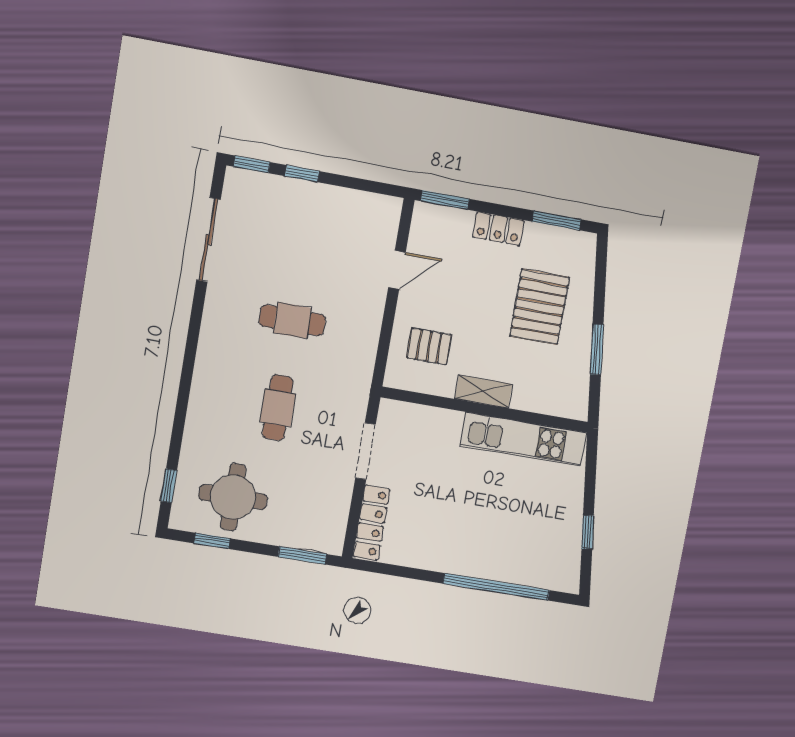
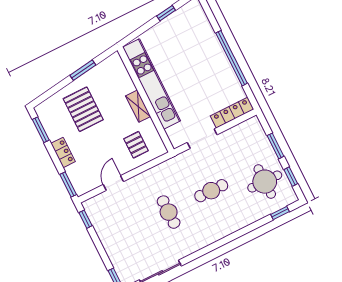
window: (302, 174) -> (86, 219), moved
door: (397, 270) -> (113, 183), hinge flipped
pallet: (540, 307) -> (83, 109), turned 90
kitchen unit: (523, 439) -> (152, 84), width x1.36
window: (302, 555) -> (275, 146), moved
window: (496, 587) -> (231, 58), moved

